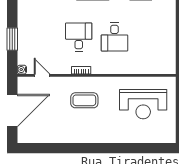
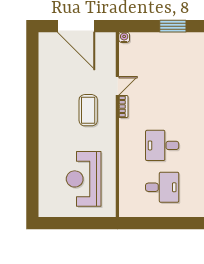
desk: (79, 37) -> (162, 187), moved
window: (12, 39) -> (173, 26), moved
door: (42, 75) -> (117, 86), moved

